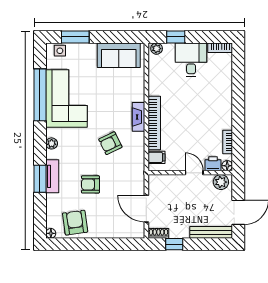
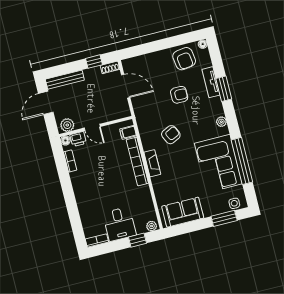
tv unit: (52, 176) -> (211, 82), moved

